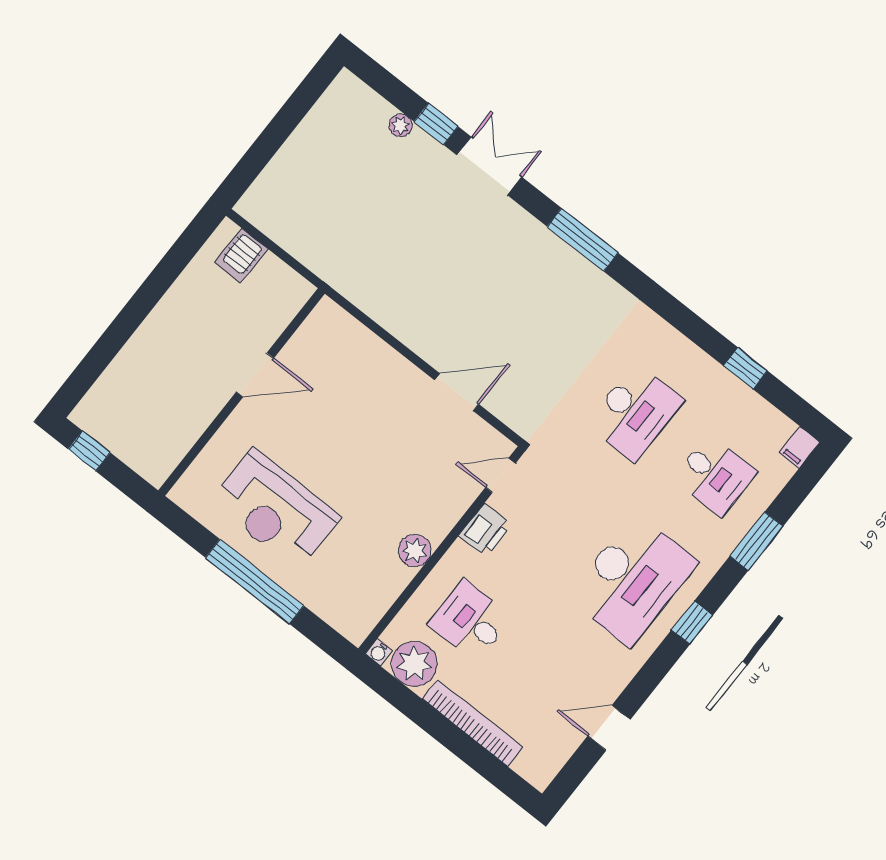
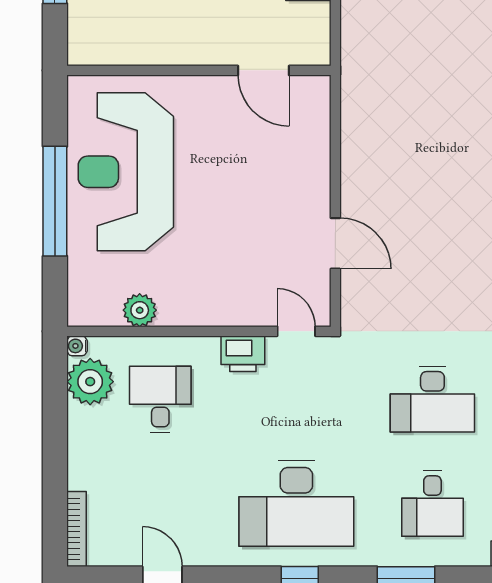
door: (255, 375) -> (264, 70), moved
reception desk: (275, 509) -> (126, 172), width x1.36, depth x1.30
plant: (415, 551) -> (140, 310), moved
bookcase: (472, 723) -> (77, 529), moved, width x0.68, depth x0.76

